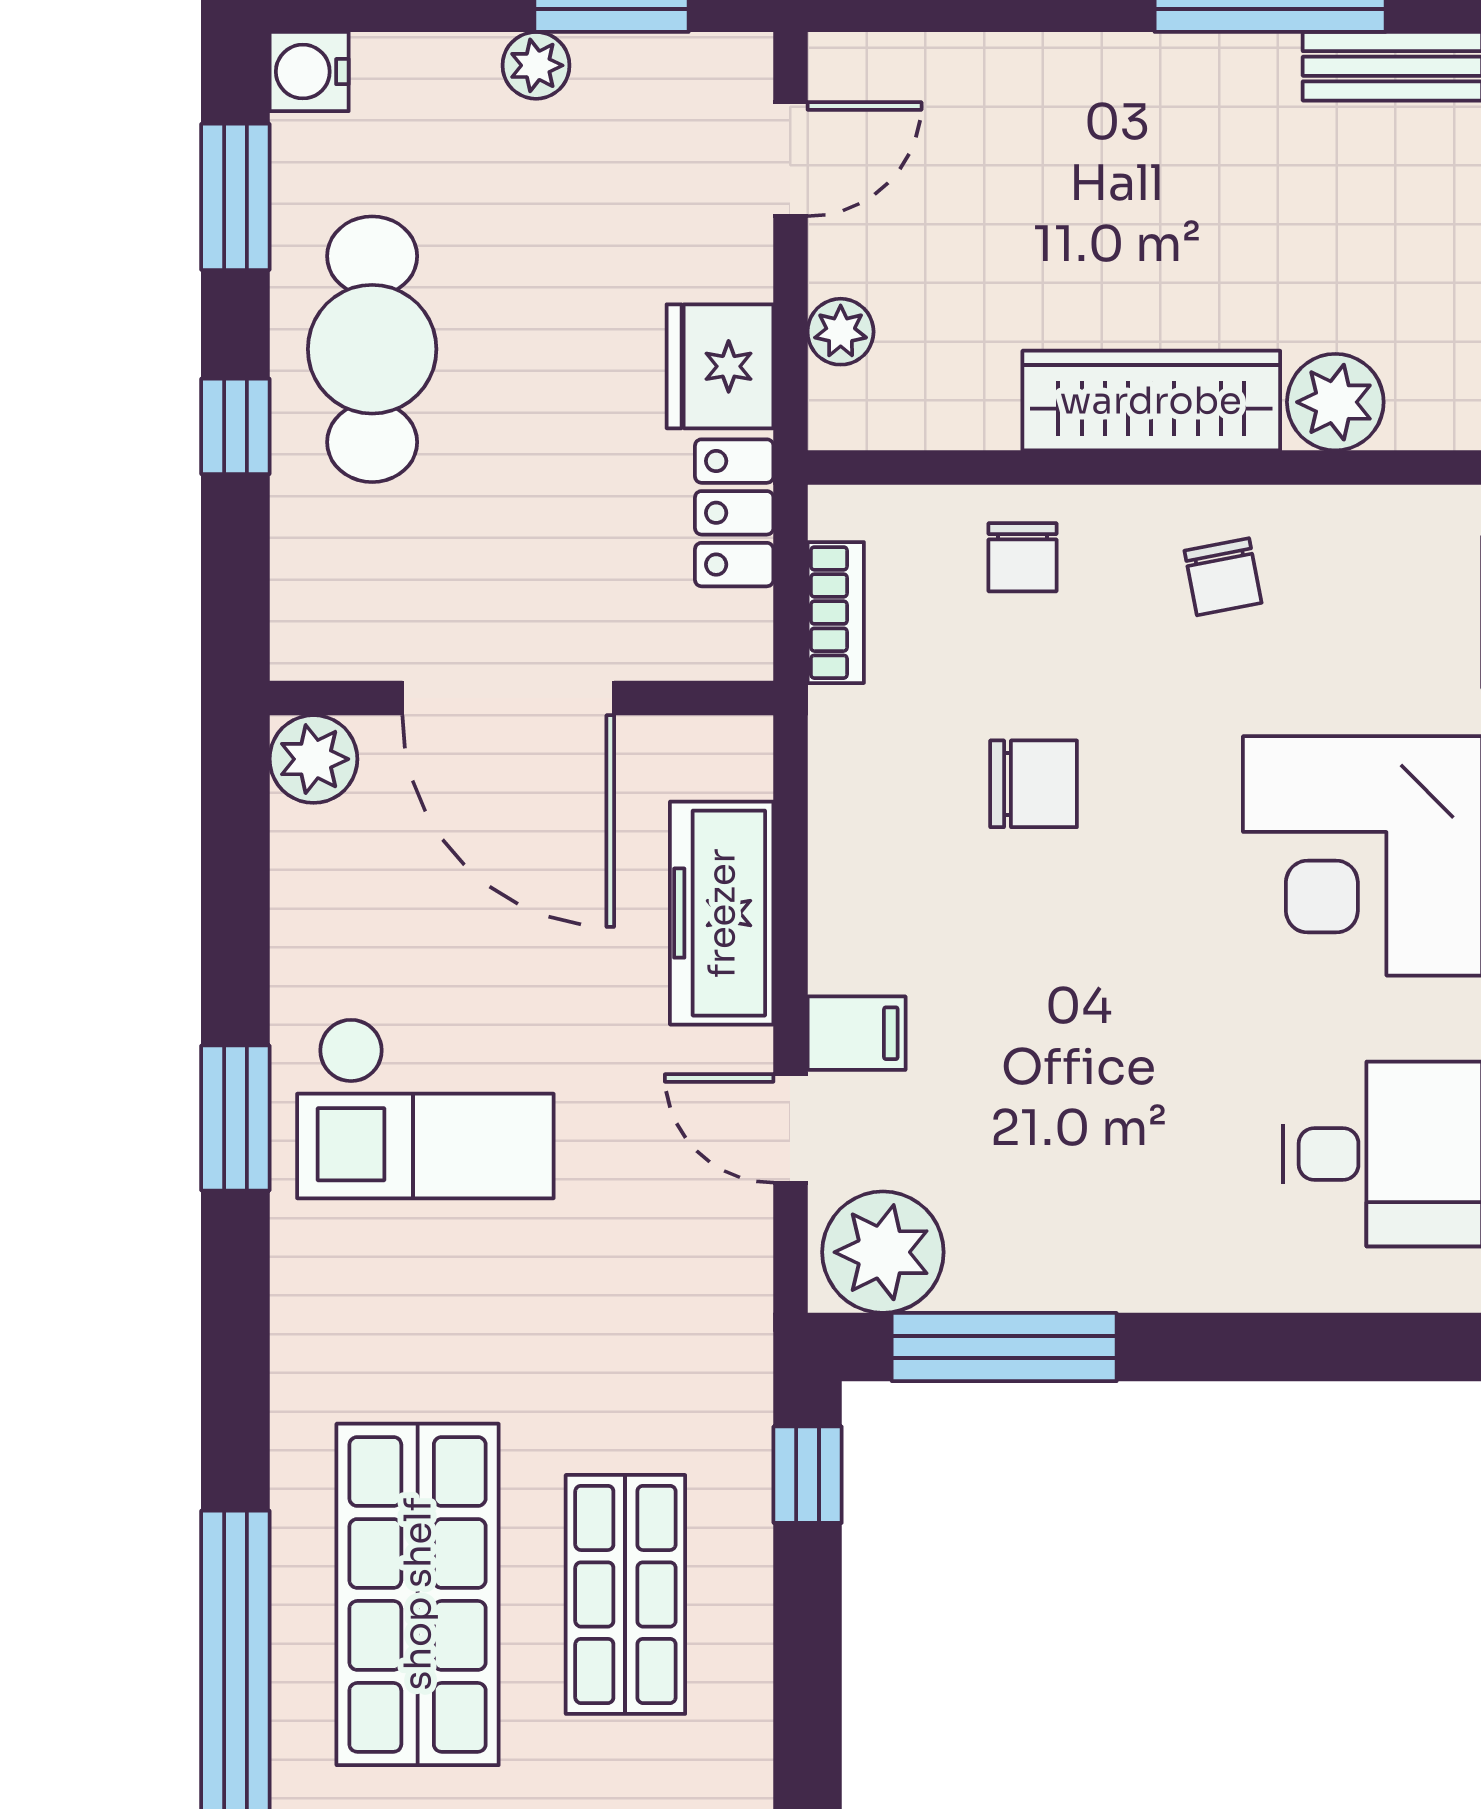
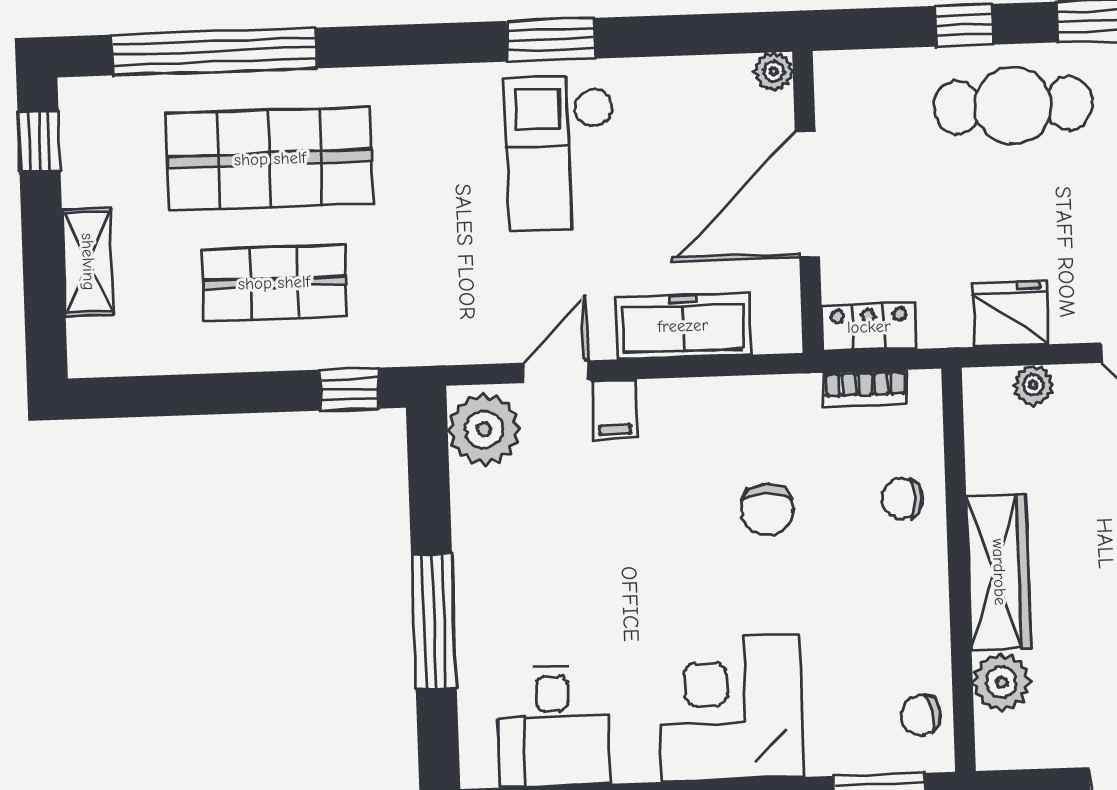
locker: (734, 513) -> (869, 327), moved
chair: (1223, 577) -> (921, 715), moved
plant: (313, 759) -> (774, 72), width x0.73, depth x0.73
window: (1004, 1347) -> (434, 621), moved

